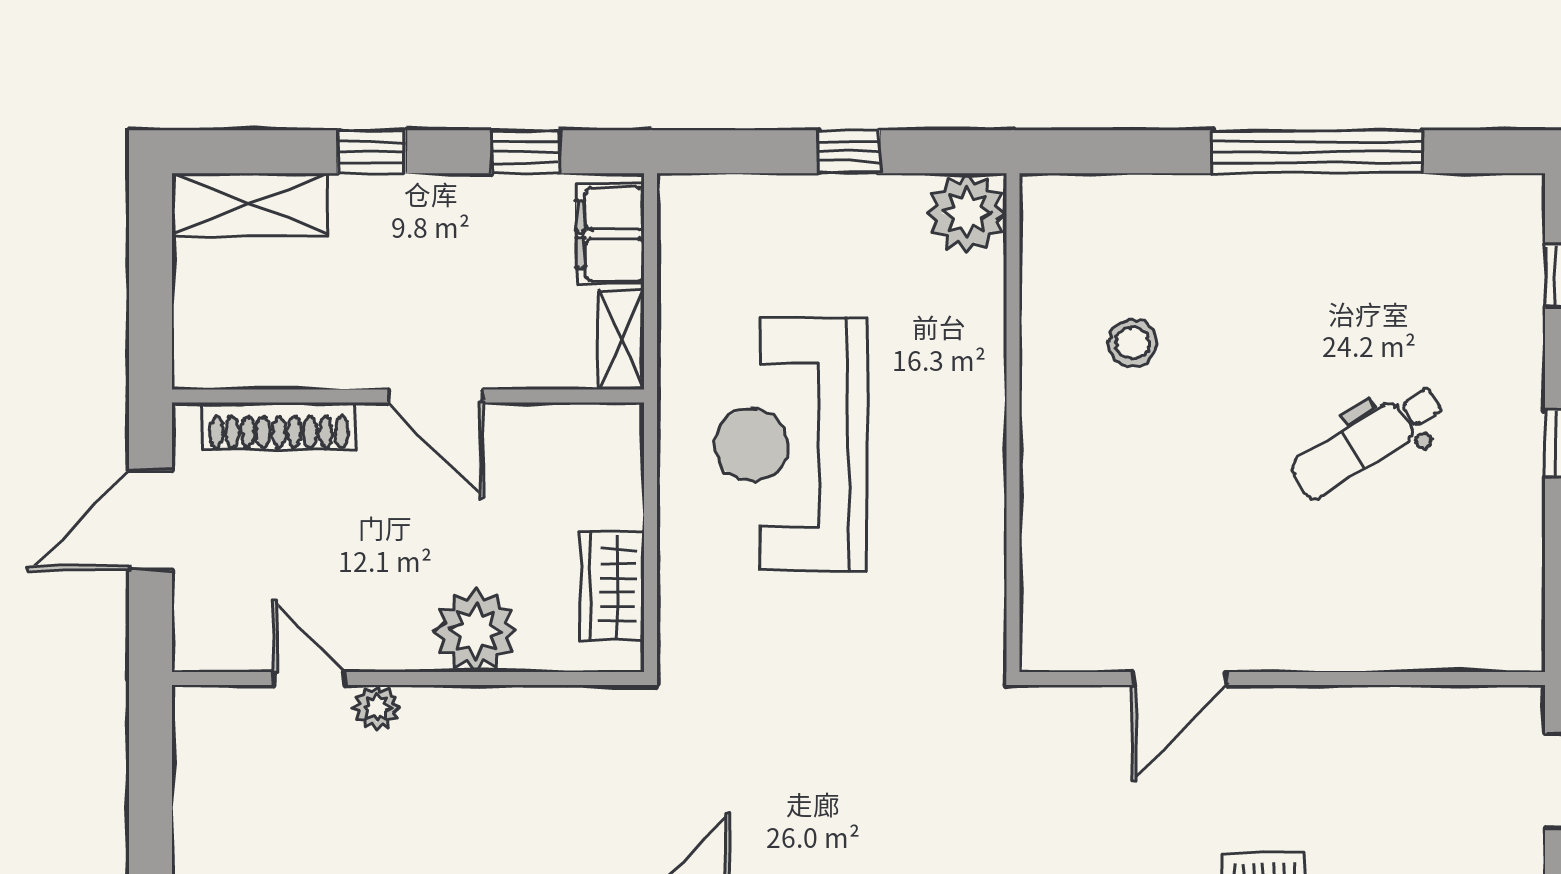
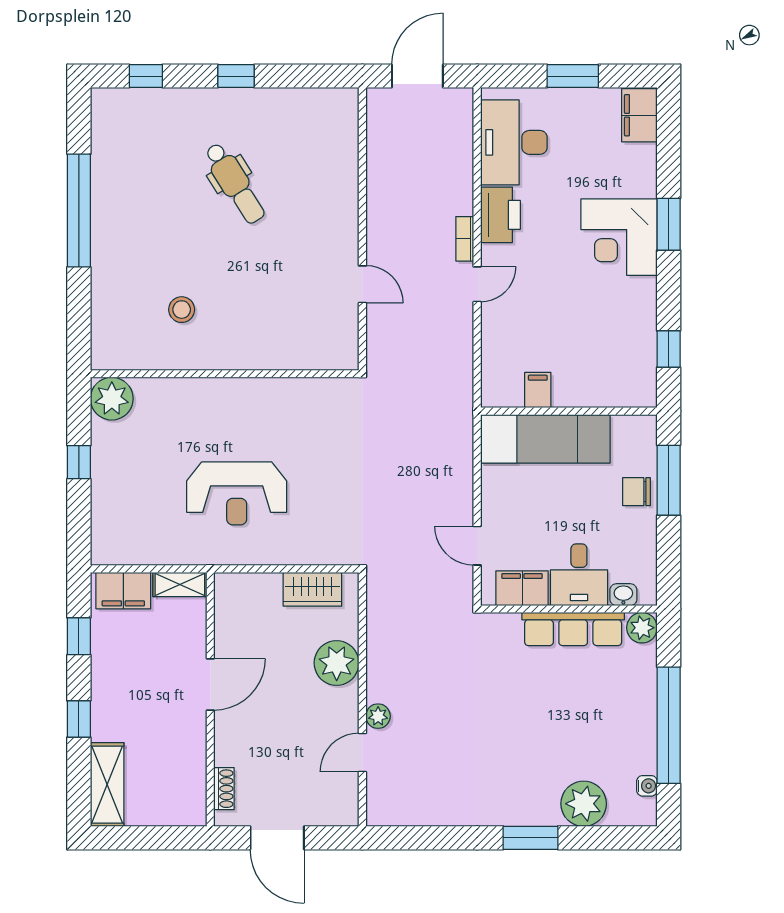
shoe rack: (279, 426) -> (224, 789), width x0.51, depth x0.81
reception desk: (791, 445) -> (237, 493), width x0.74, depth x0.77
door: (1180, 679) -> (362, 284), width x0.73

